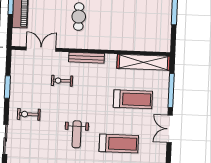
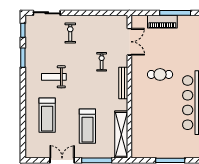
window: (7, 87) -> (94, 13), removed

